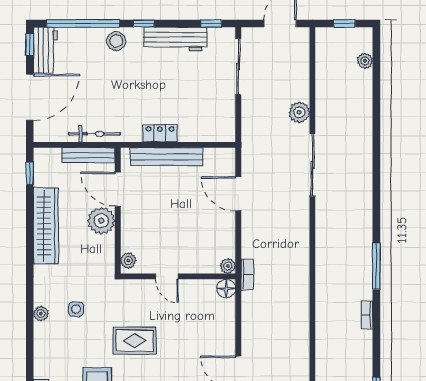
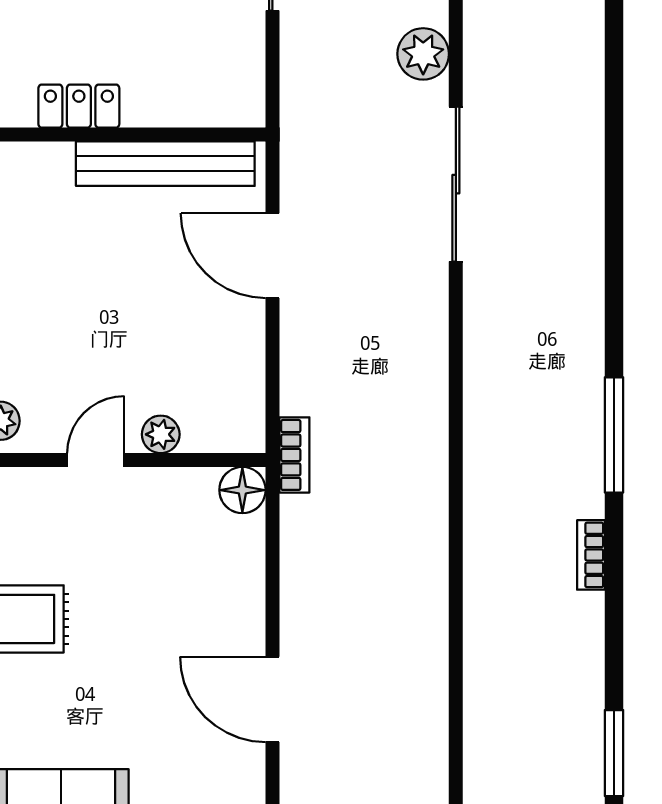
bench: (166, 157) -> (165, 164), moved
plant: (228, 266) -> (161, 434), moved
door: (167, 276) -> (96, 460), swing flipped

